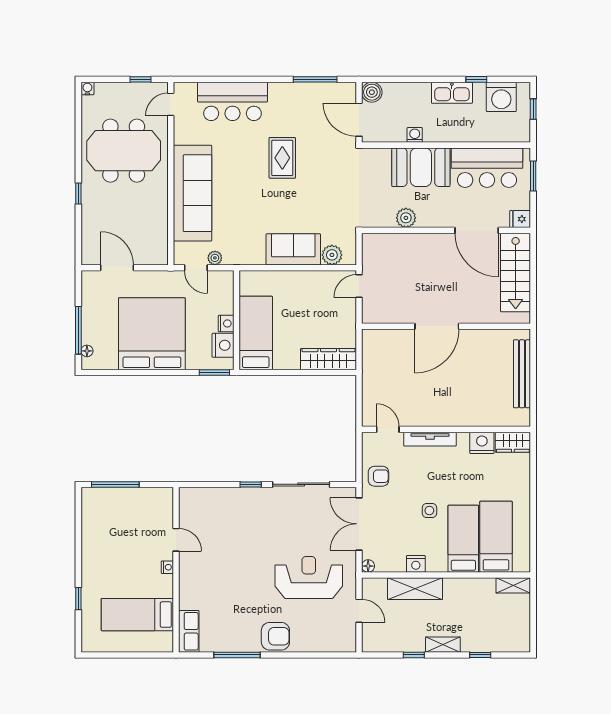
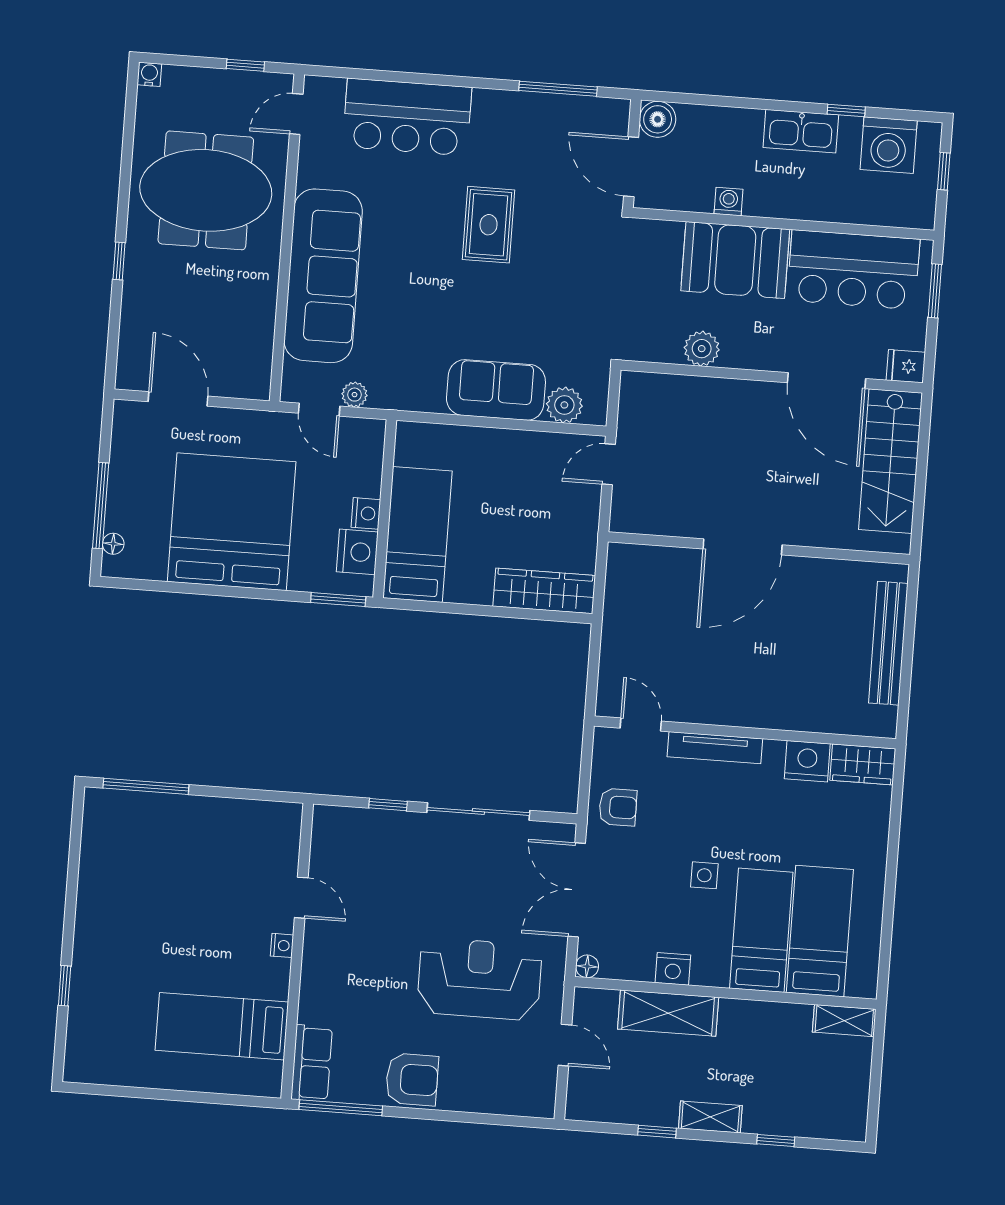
door: (176, 540) -> (301, 898), moved
nightstand: (167, 567) -> (282, 945), moved
wall: (176, 570) -> (297, 951), moved
bed: (137, 615) -> (222, 1026), moved
row of seats: (189, 631) -> (312, 1063), moved

